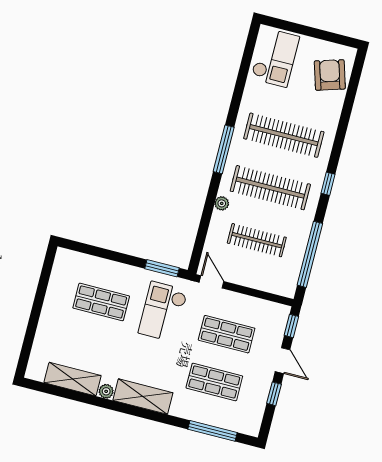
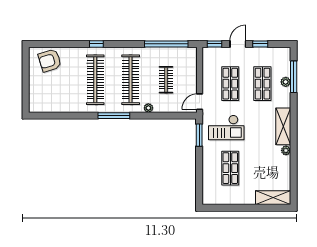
checkout: (275, 58) -> (48, 98), removed
window: (328, 184) -> (96, 44), moved
clothes rail: (257, 240) -> (166, 80), width x0.73
shelving: (73, 379) -> (273, 198), moved, turned 90
plant: (208, 417) -> (286, 82), added

